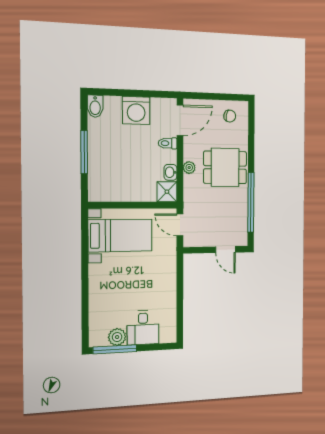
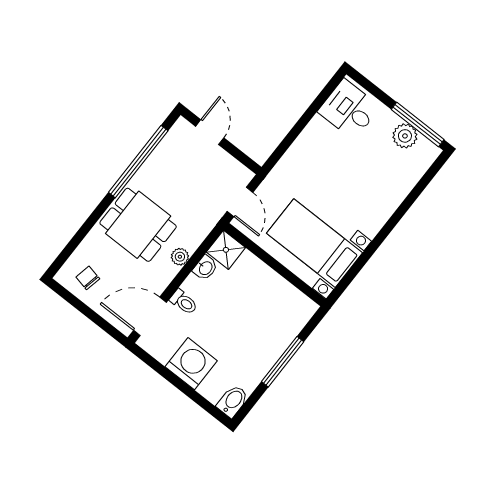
desk: (143, 327) -> (349, 109), moved, turned -90

